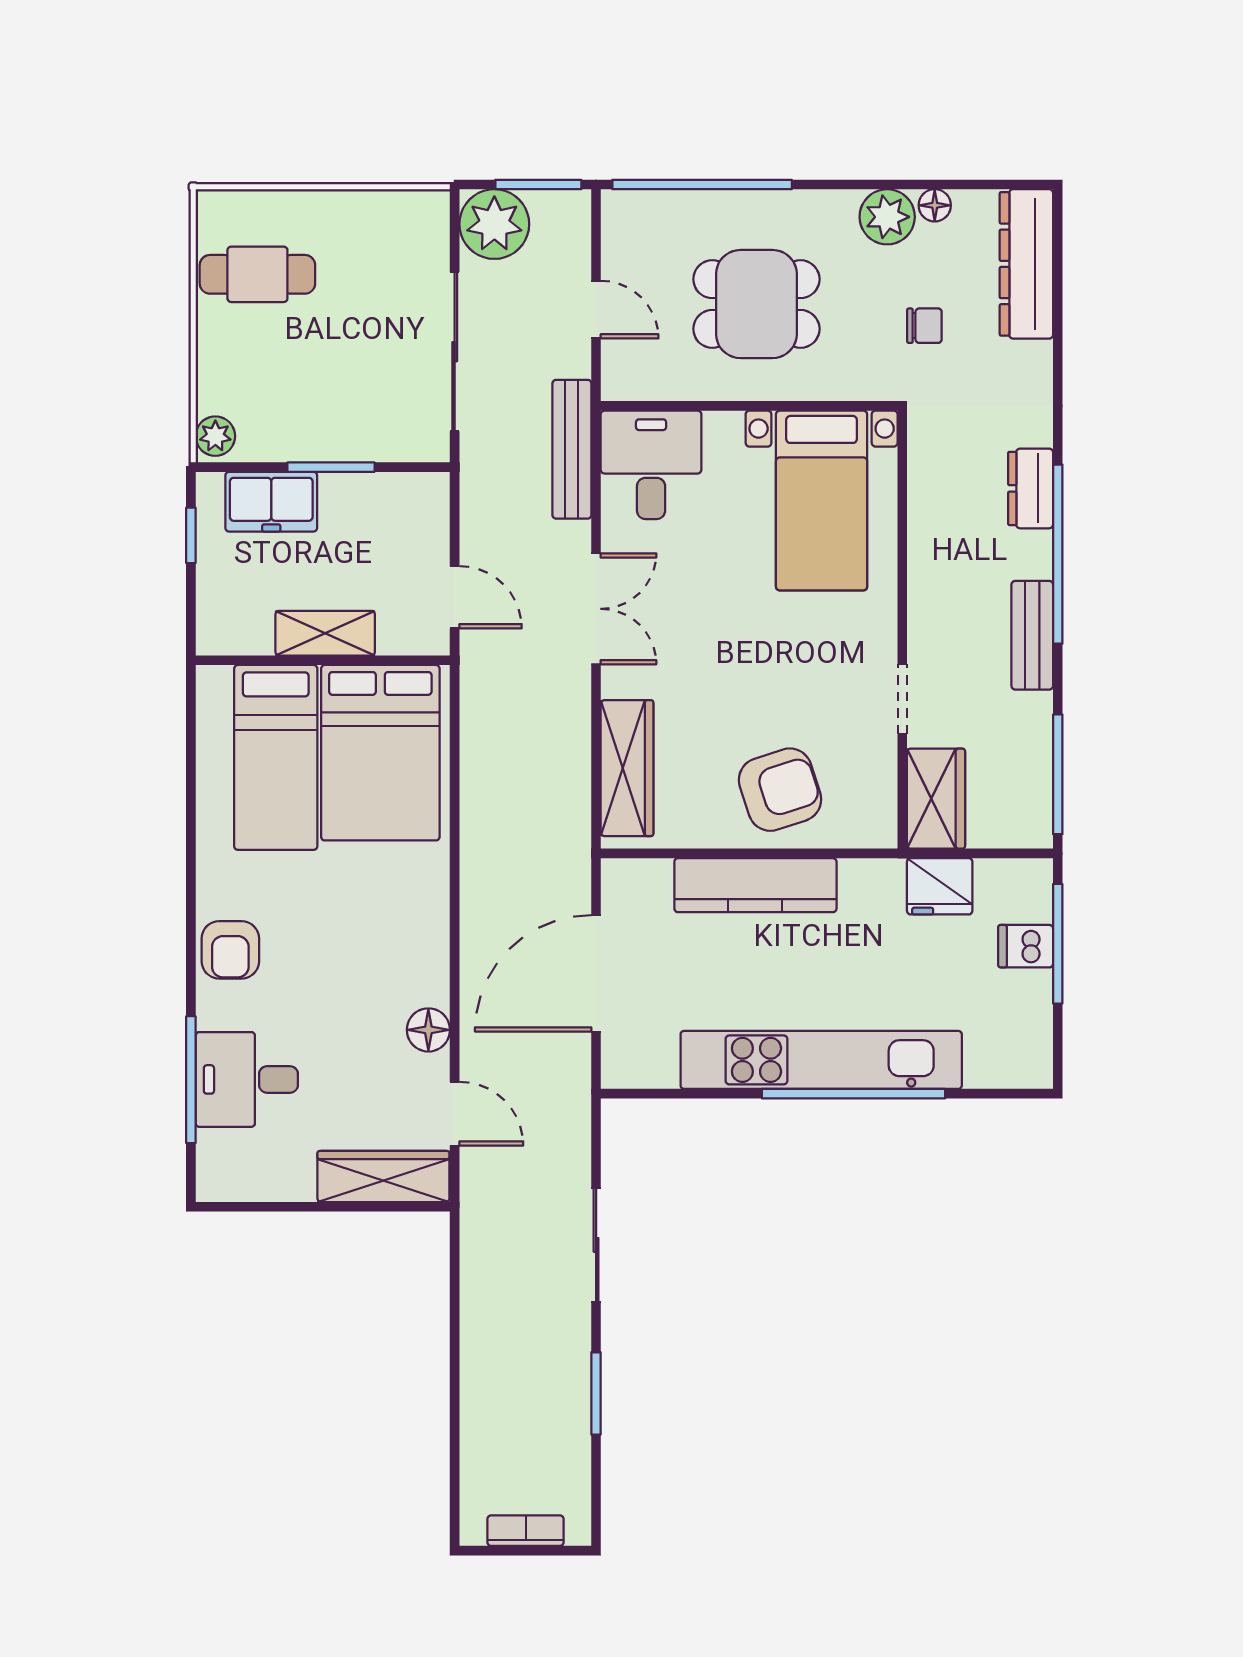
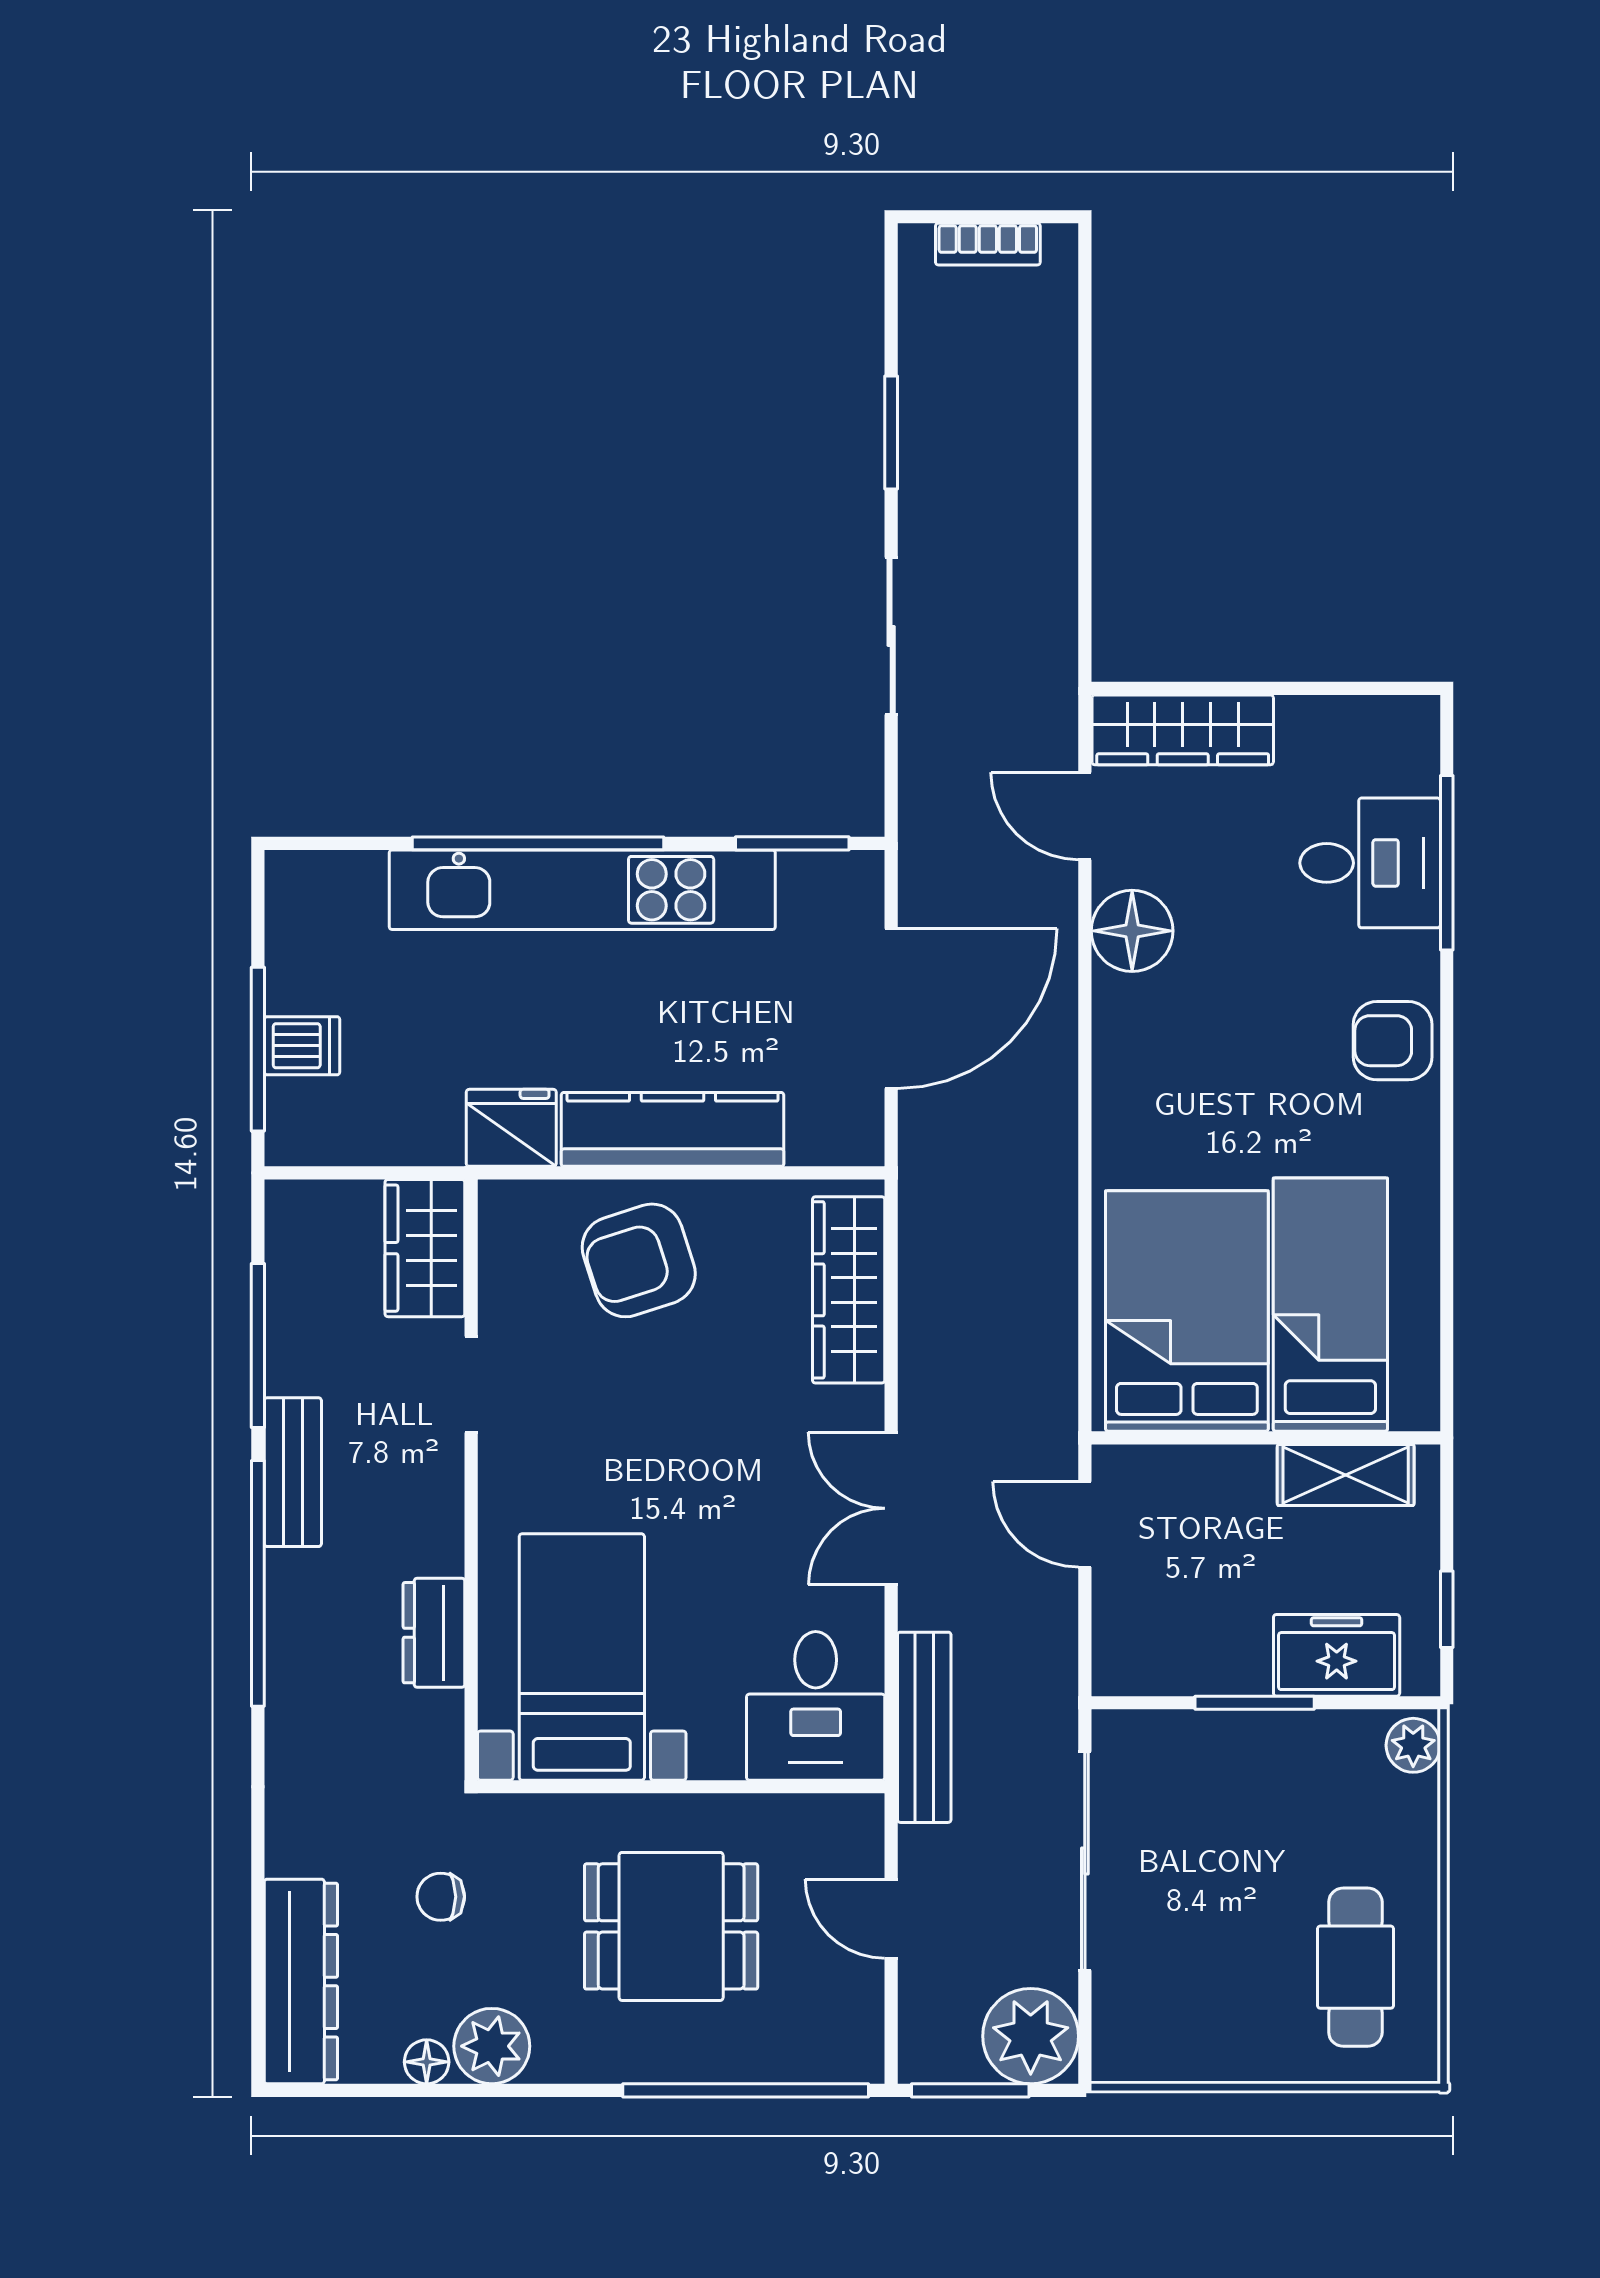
cafe table: (257, 274) -> (1355, 1967), turned 90
dresser: (1031, 488) -> (434, 1633), moved, turned 180
shelving: (325, 633) -> (1346, 1475), moved
window: (1058, 774) -> (258, 1346), moved
fridge: (940, 886) -> (511, 1128), moved
armchair: (230, 950) -> (1393, 1041), turned -90
floor lamp: (428, 1030) -> (1132, 931), width x1.38, depth x1.38
window: (668, 1094) -> (792, 843), added

